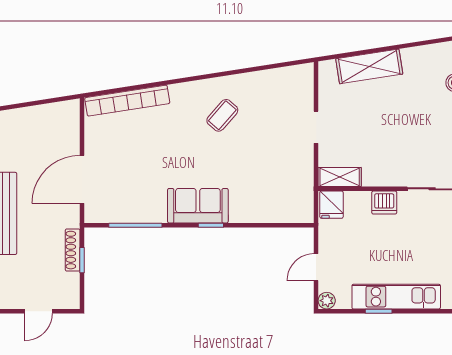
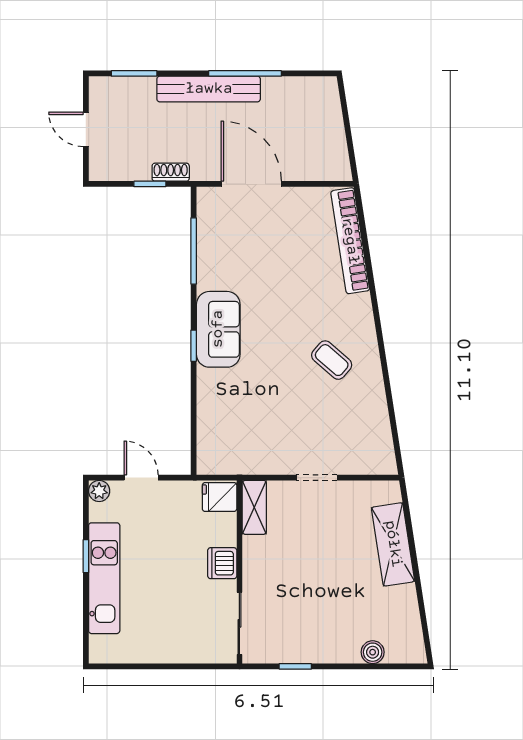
shoe rack: (73, 250) -> (171, 172), width x0.70

